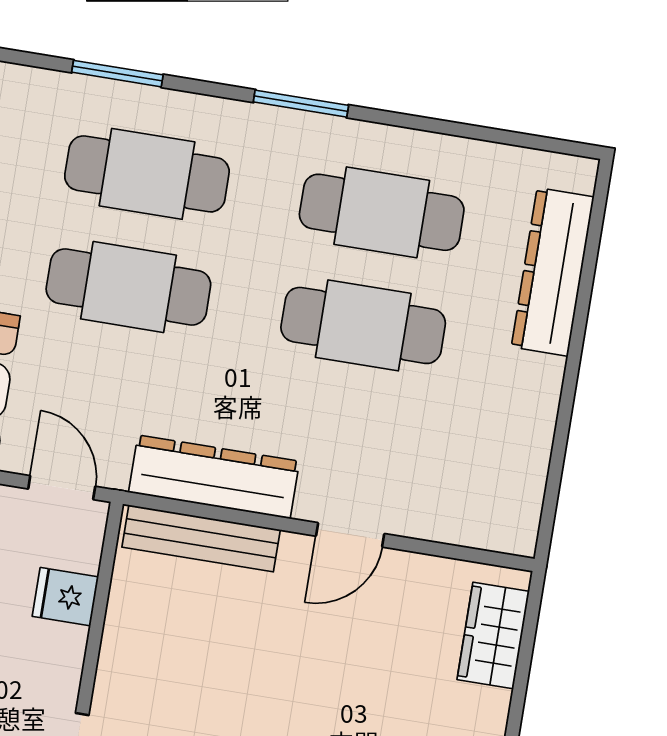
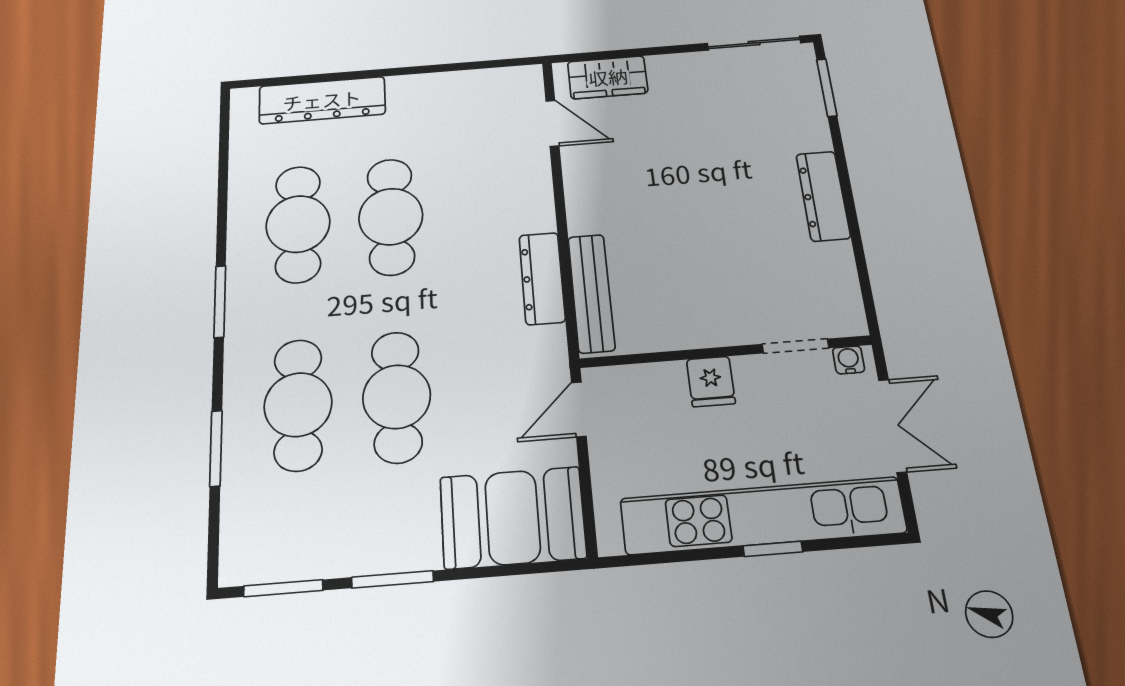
dresser: (214, 477) -> (542, 278), width x0.73, depth x0.80
door: (350, 535) -> (552, 123), moved
fridge: (65, 597) -> (711, 381), moved

